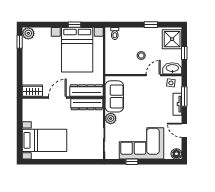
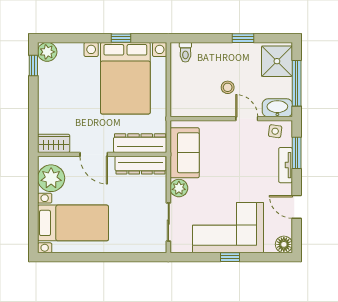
window: (184, 53) -> (297, 83), width x2.17
door: (153, 75) -> (247, 119), hinge flipped
door: (57, 97) -> (94, 154), swing flipped
plant: (31, 112) -> (51, 178), added
window: (132, 162) -> (230, 257), moved

